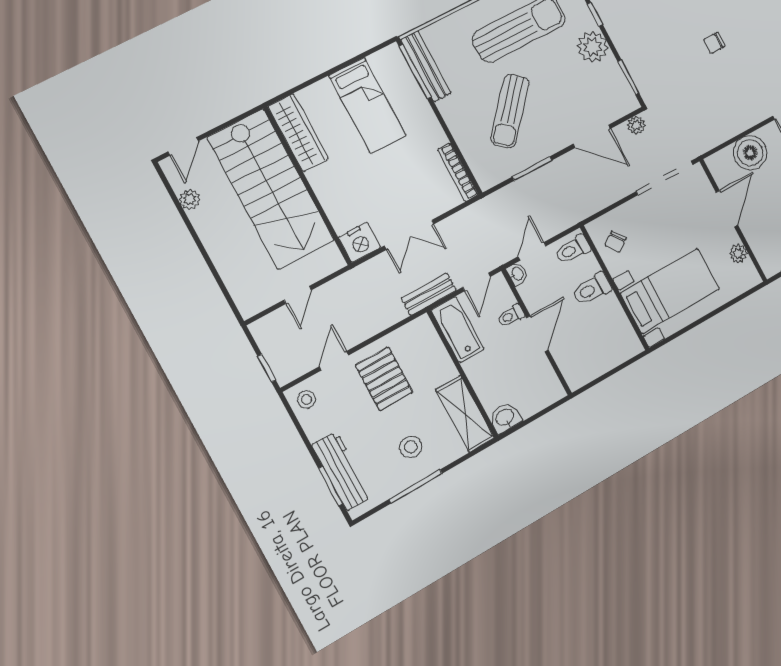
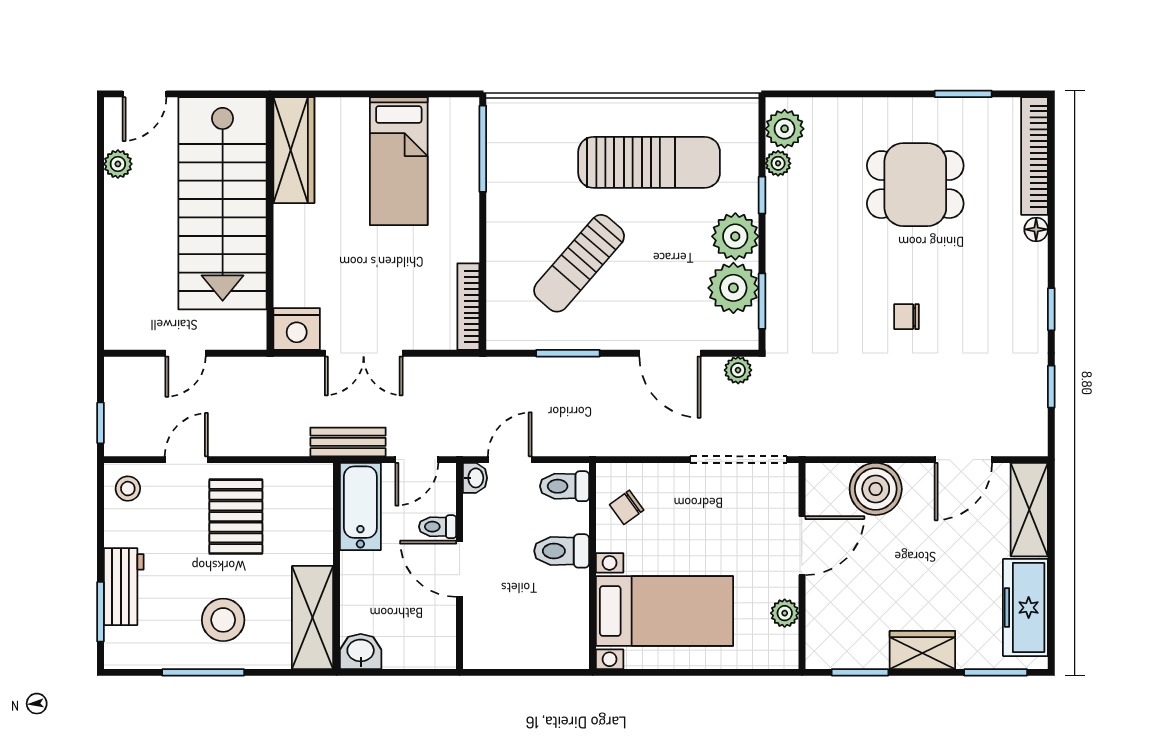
bench: (426, 66) -> (501, 149), removed
plant: (608, 78) -> (733, 288), added
door: (537, 334) -> (460, 569), swing flipped
stool: (411, 447) -> (223, 620), width x1.38, depth x1.38
workbench: (342, 471) -> (124, 587), width x0.73

